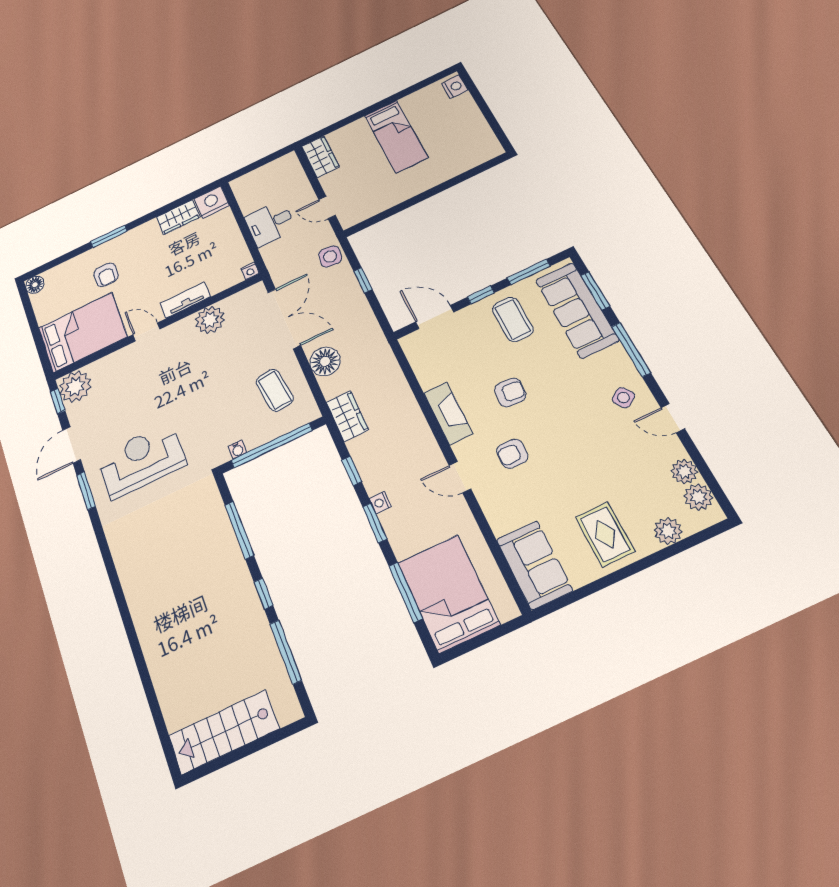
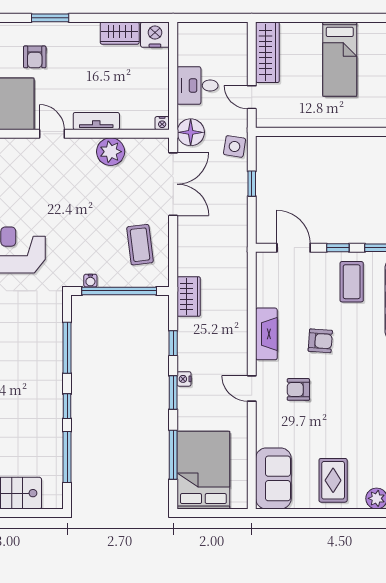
wardrobe: (320, 157) -> (267, 52), width x1.50
floor lamp: (325, 361) -> (191, 132), moved

